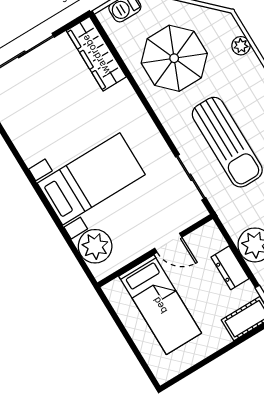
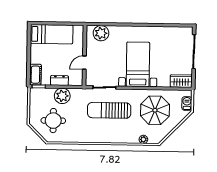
wardrobe: (96, 54) -> (181, 81), width x0.67
bed with nightstands: (91, 179) -> (138, 64), moved, turned 180
bed: (160, 305) -> (52, 34), moved, turned 180

